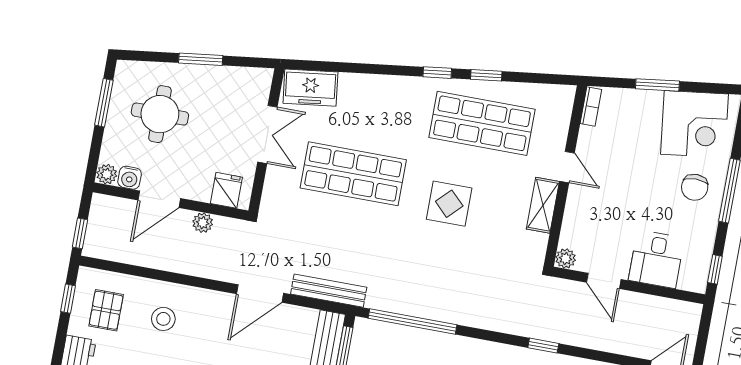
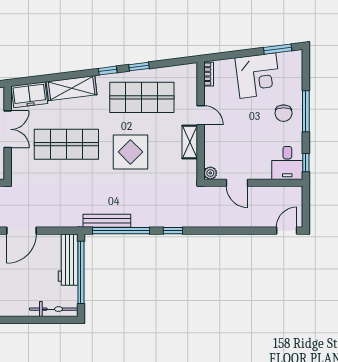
window: (657, 85) -> (278, 49), moved
shelving: (377, 89) -> (72, 88), added
corner desk: (695, 124) -> (258, 76), moved
display table: (449, 204) -> (130, 152), width x1.36, depth x1.36
desk: (656, 259) -> (287, 163), moved
bench: (329, 291) -> (107, 221), moved
window: (543, 346) -> (173, 231), moved

